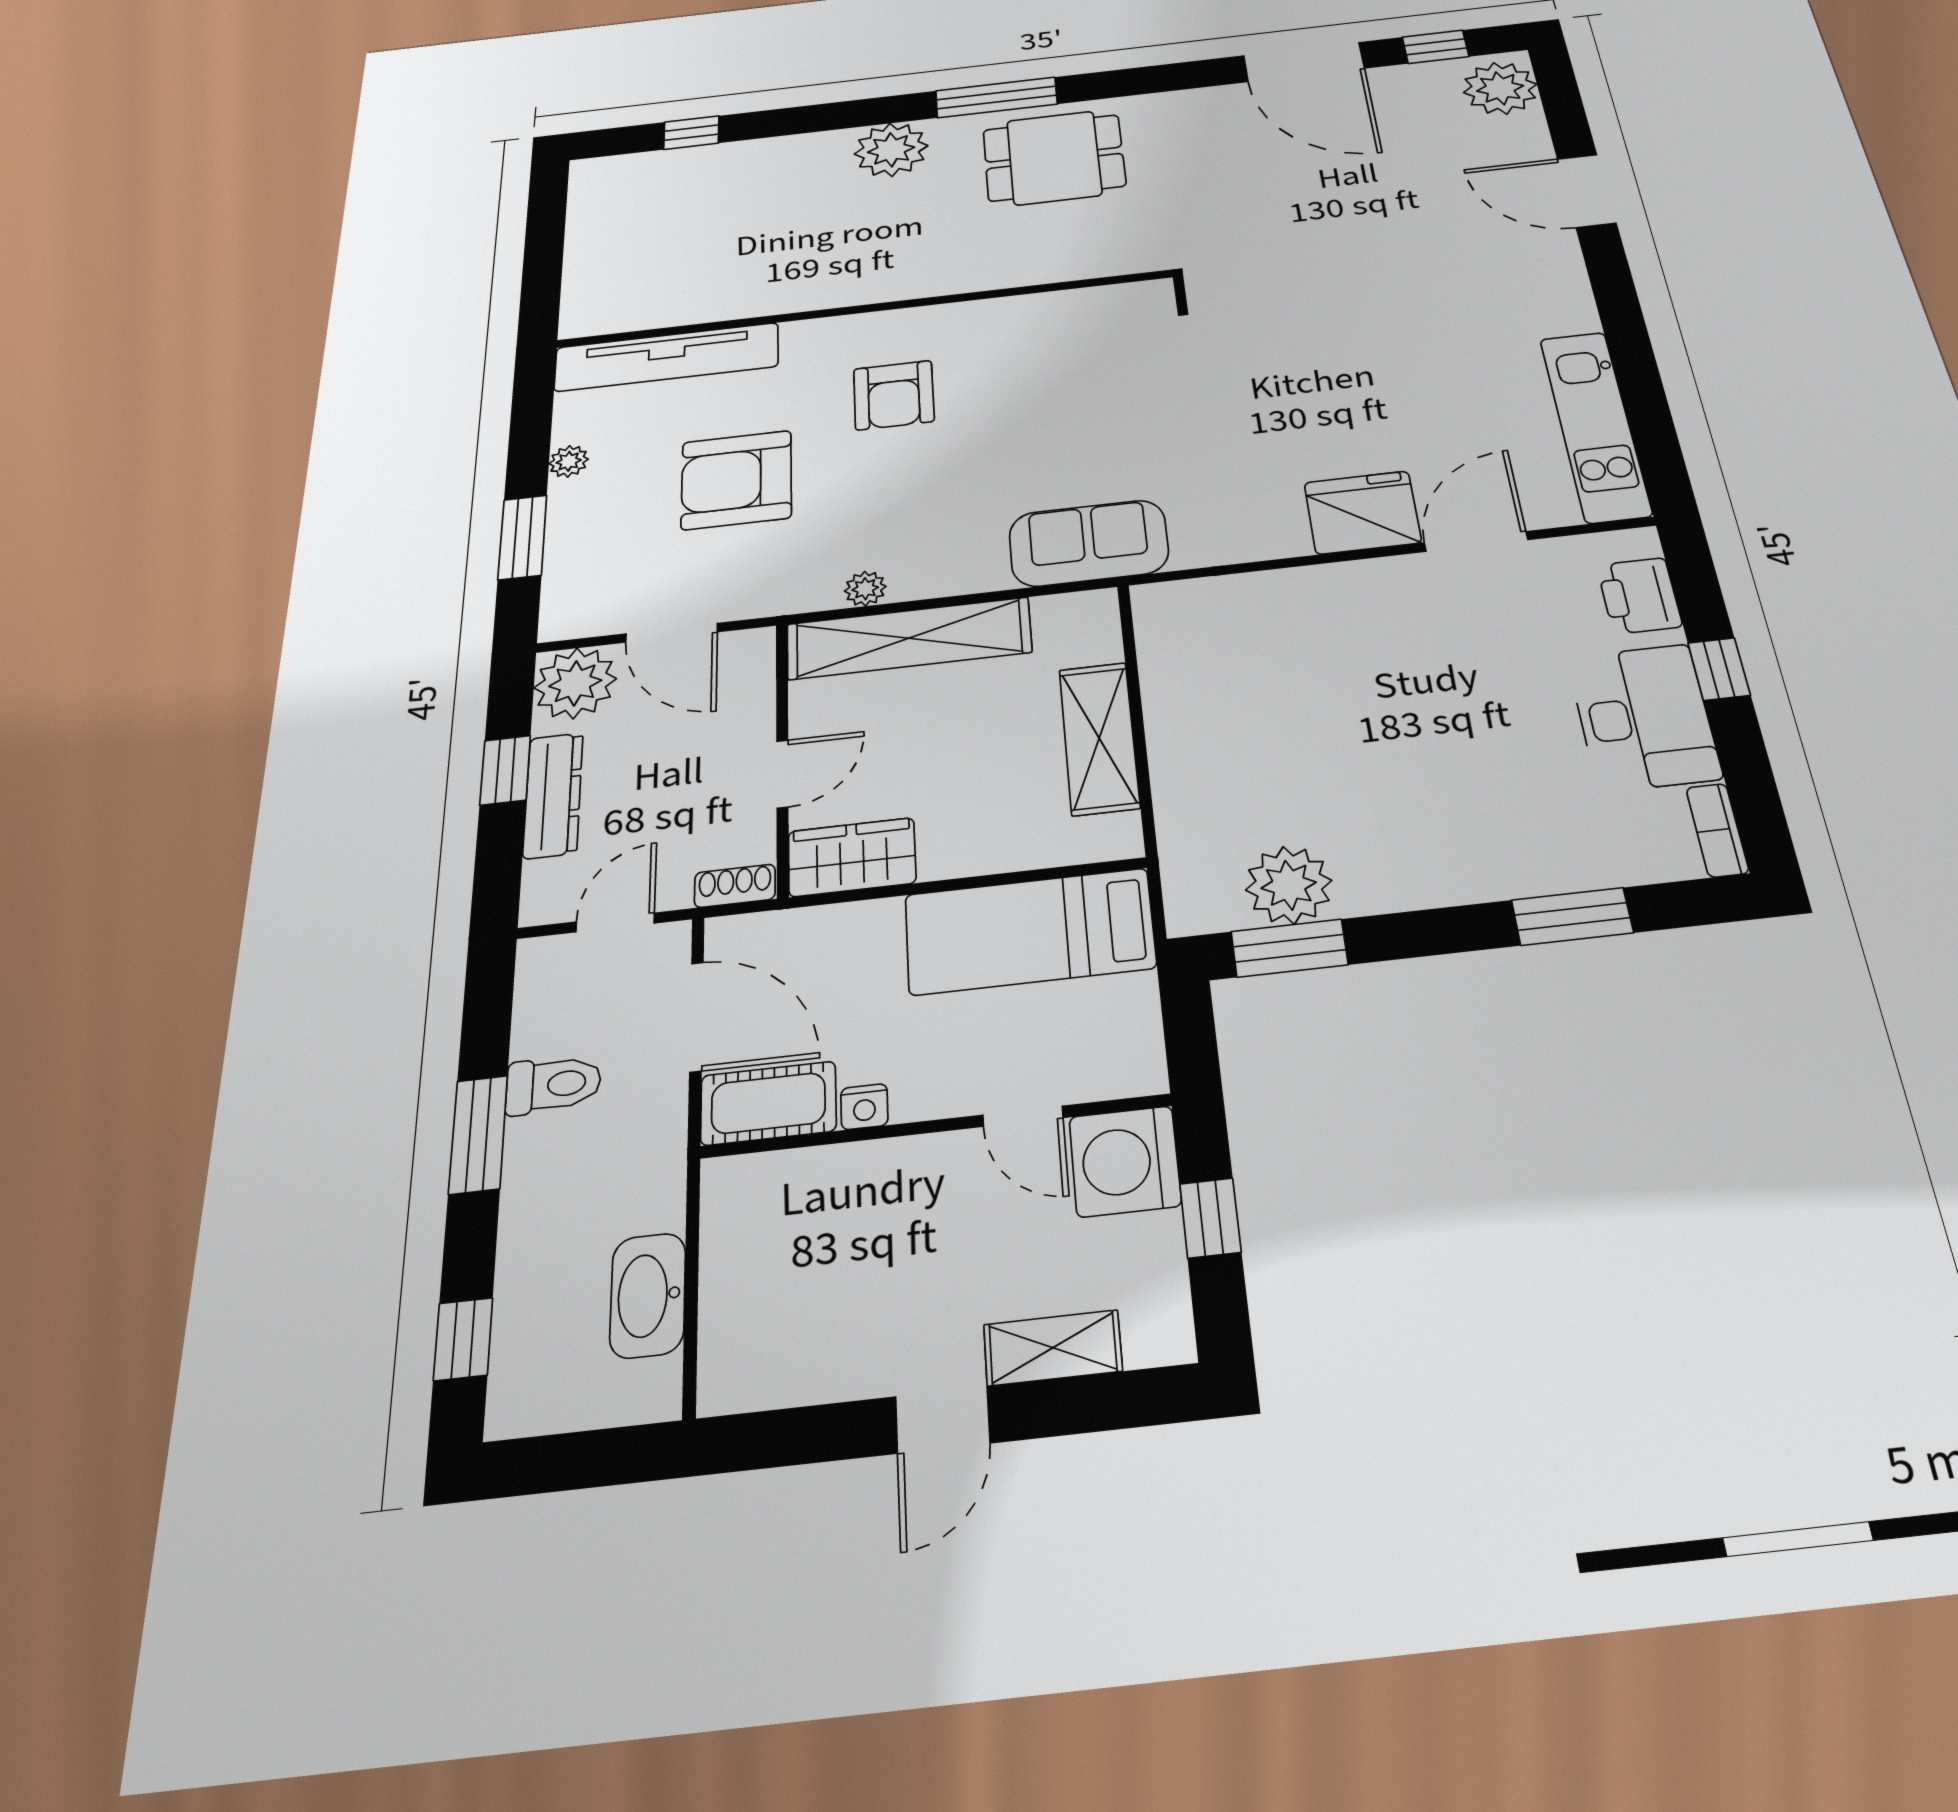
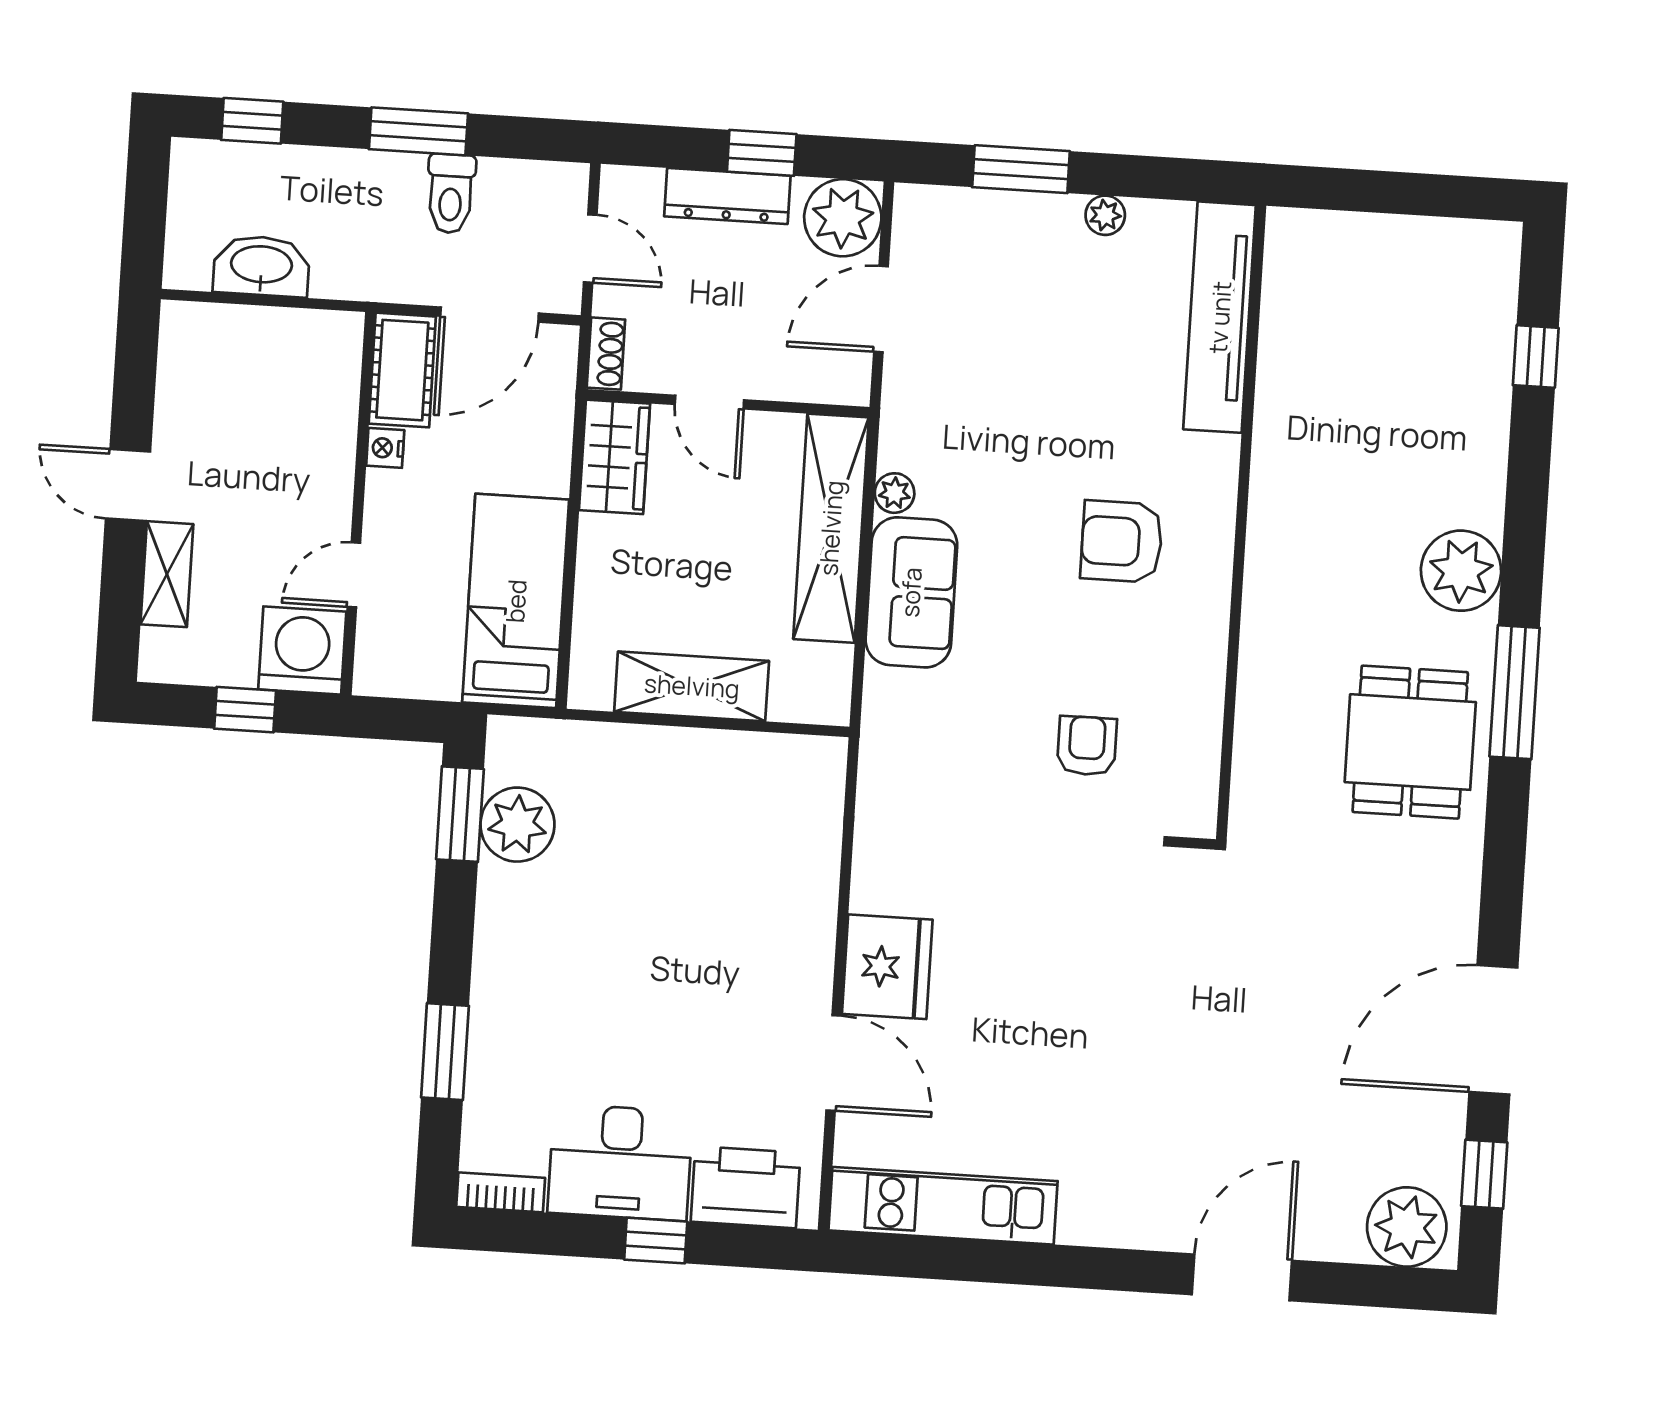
armchair: (736, 480) -> (1087, 746), moved, width x0.53, depth x0.53
sofa: (1089, 543) -> (911, 592), moved
printer: (1639, 596) -> (746, 1187), width x1.37, depth x1.19

